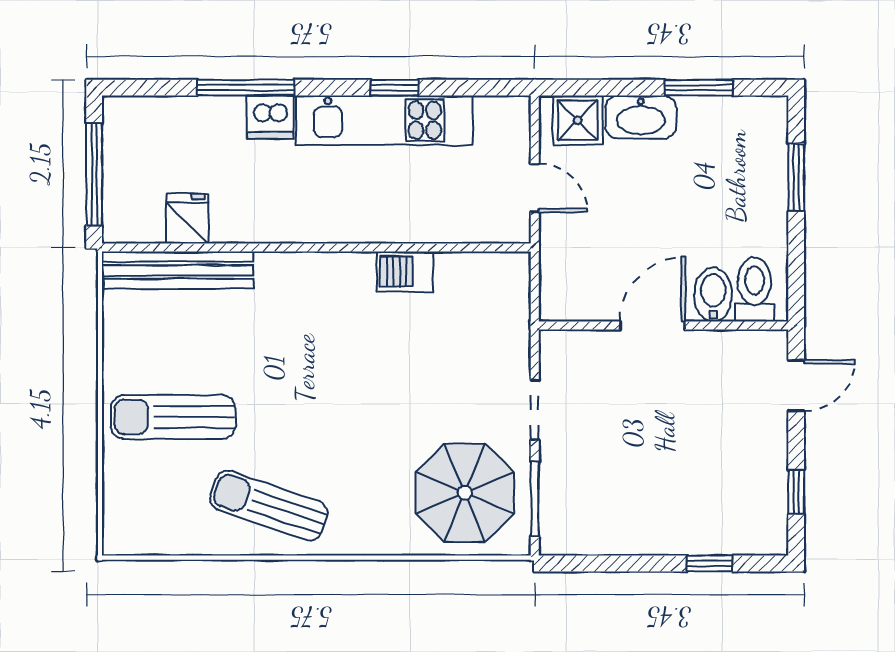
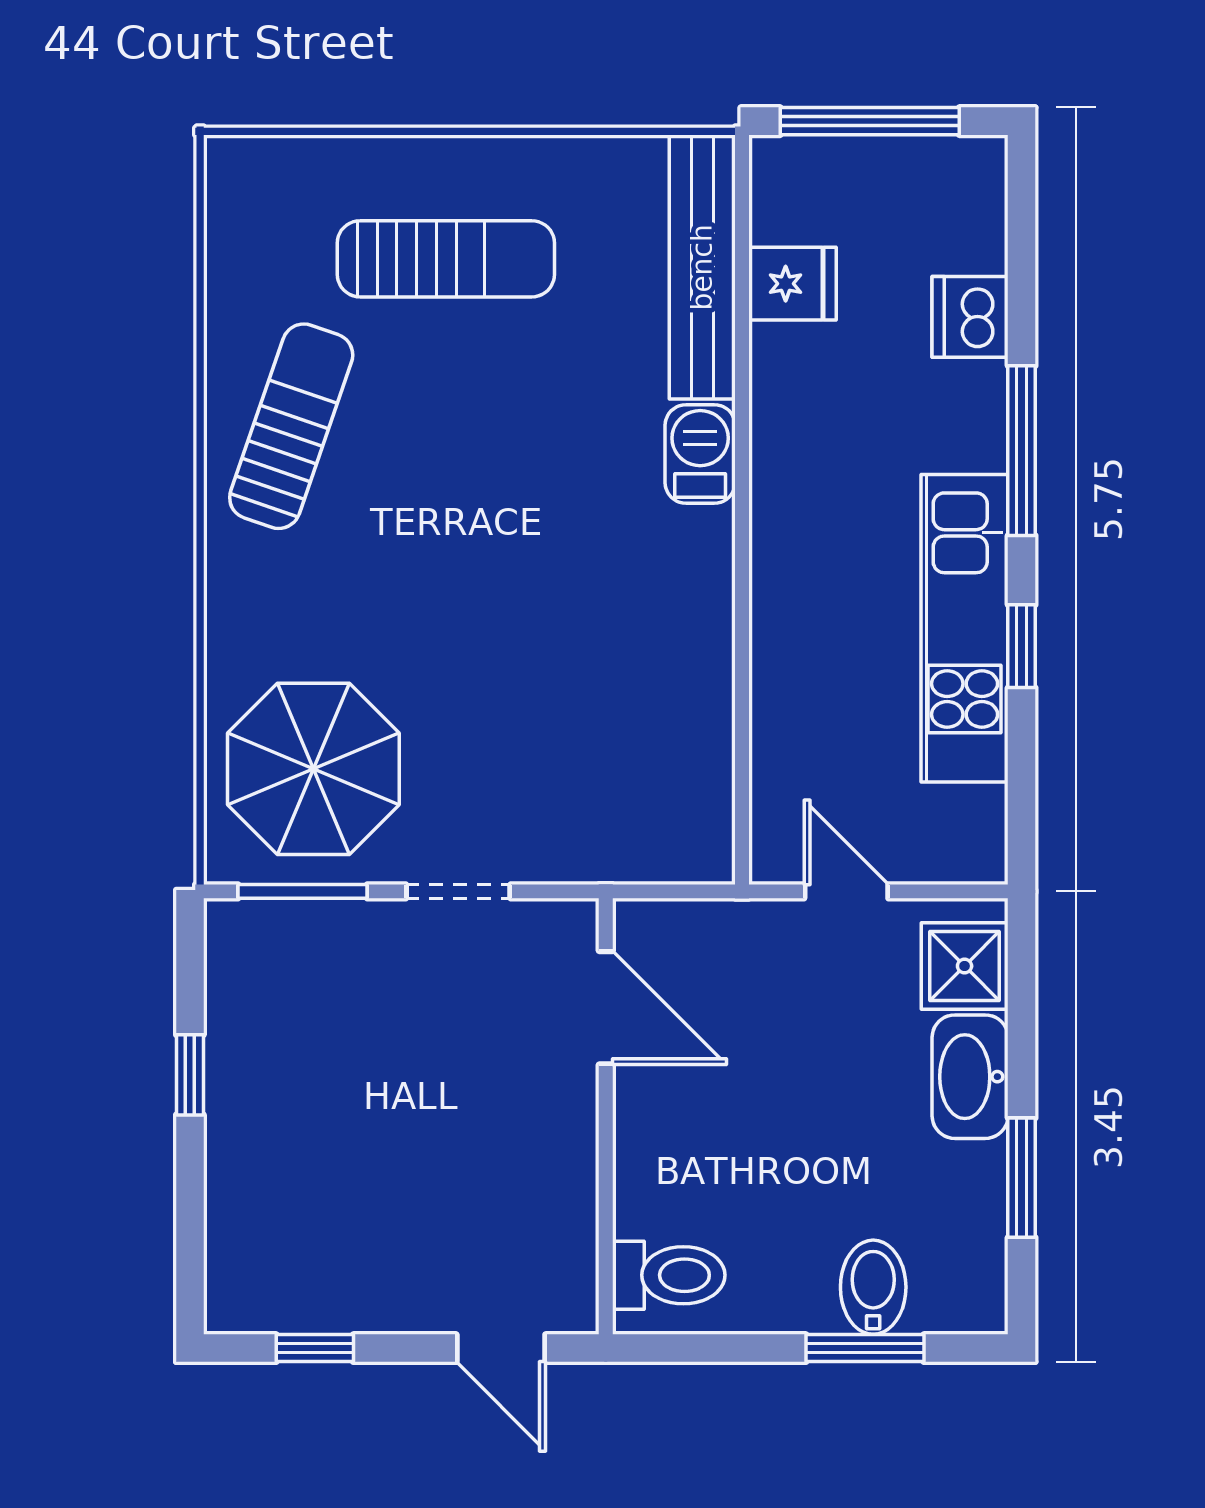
window: (246, 88) -> (1022, 451), moved
dishwasher: (270, 117) -> (970, 317), moved
door: (535, 188) -> (846, 891), swing flipped
barbecue: (405, 272) -> (700, 454), moved
bidet: (713, 295) -> (873, 1287), moved, turned -90
door: (653, 326) -> (606, 1008), moved
sun lounger: (173, 417) -> (446, 259), turned 90
window: (710, 563) -> (190, 1075), moved

